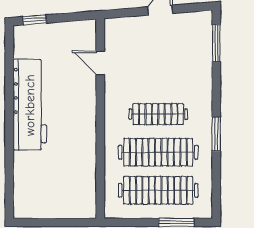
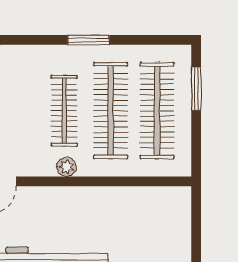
plant: (112, 116) -> (67, 167), added

